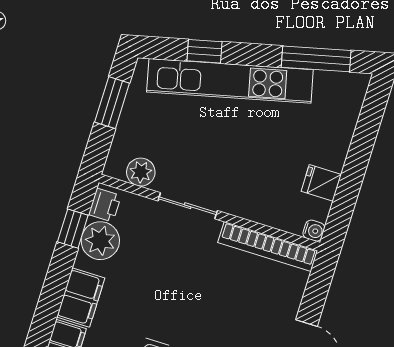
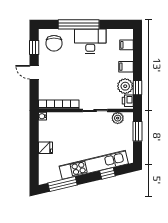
window: (112, 103) -> (137, 131), moved
fridge: (321, 183) -> (45, 148), moved
filing cabinet: (81, 298) -> (126, 67), width x0.50

